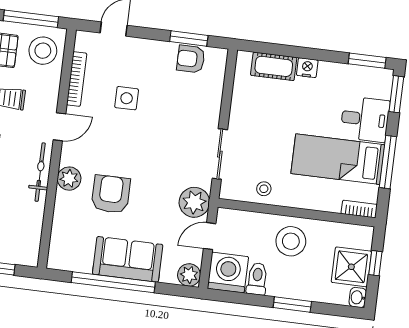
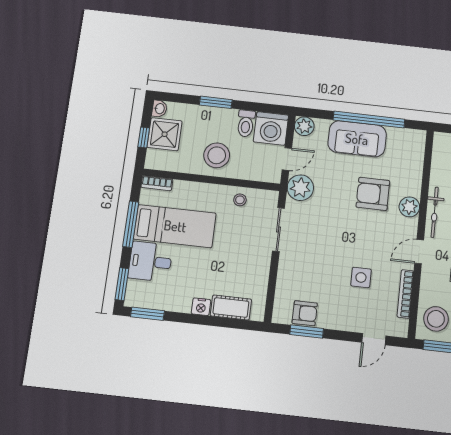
armchair: (111, 194) -> (373, 194), turned 90

